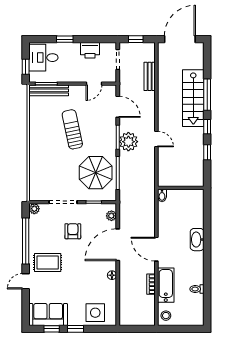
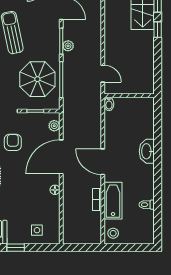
door: (156, 139) -> (103, 74), moved
plant: (128, 142) -> (68, 46), width x0.53, depth x0.53
window: (207, 152) -> (158, 57), removed
side table: (95, 313) -> (37, 230), width x0.54, depth x0.54

